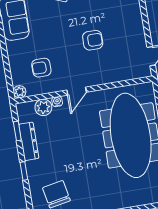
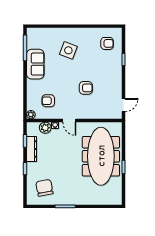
door: (77, 91) -> (69, 120), hinge flipped

